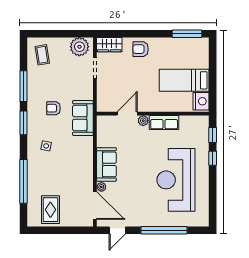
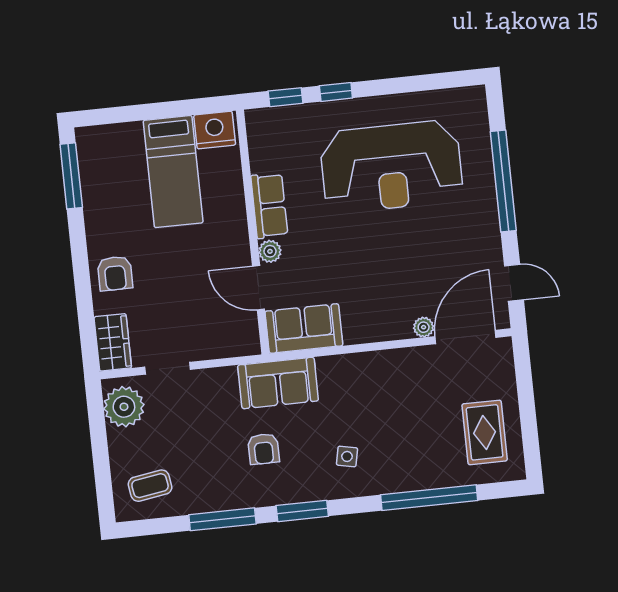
sofa: (106, 164) -> (304, 328), moved
rug: (50, 210) -> (485, 432), turned 90

